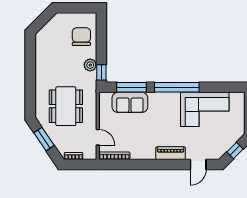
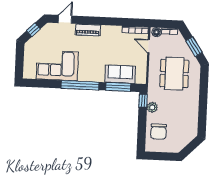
floor lamp: (89, 154) -> (157, 32), added

